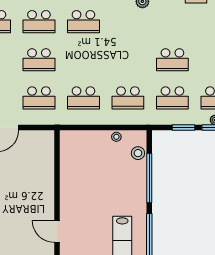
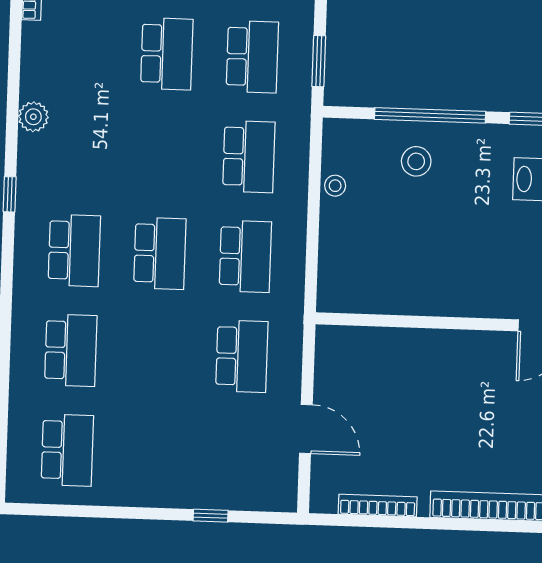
school desk: (39, 60) -> (160, 253), moved
window: (184, 128) -> (319, 61), moved
stool: (138, 153) -> (416, 161), moved

